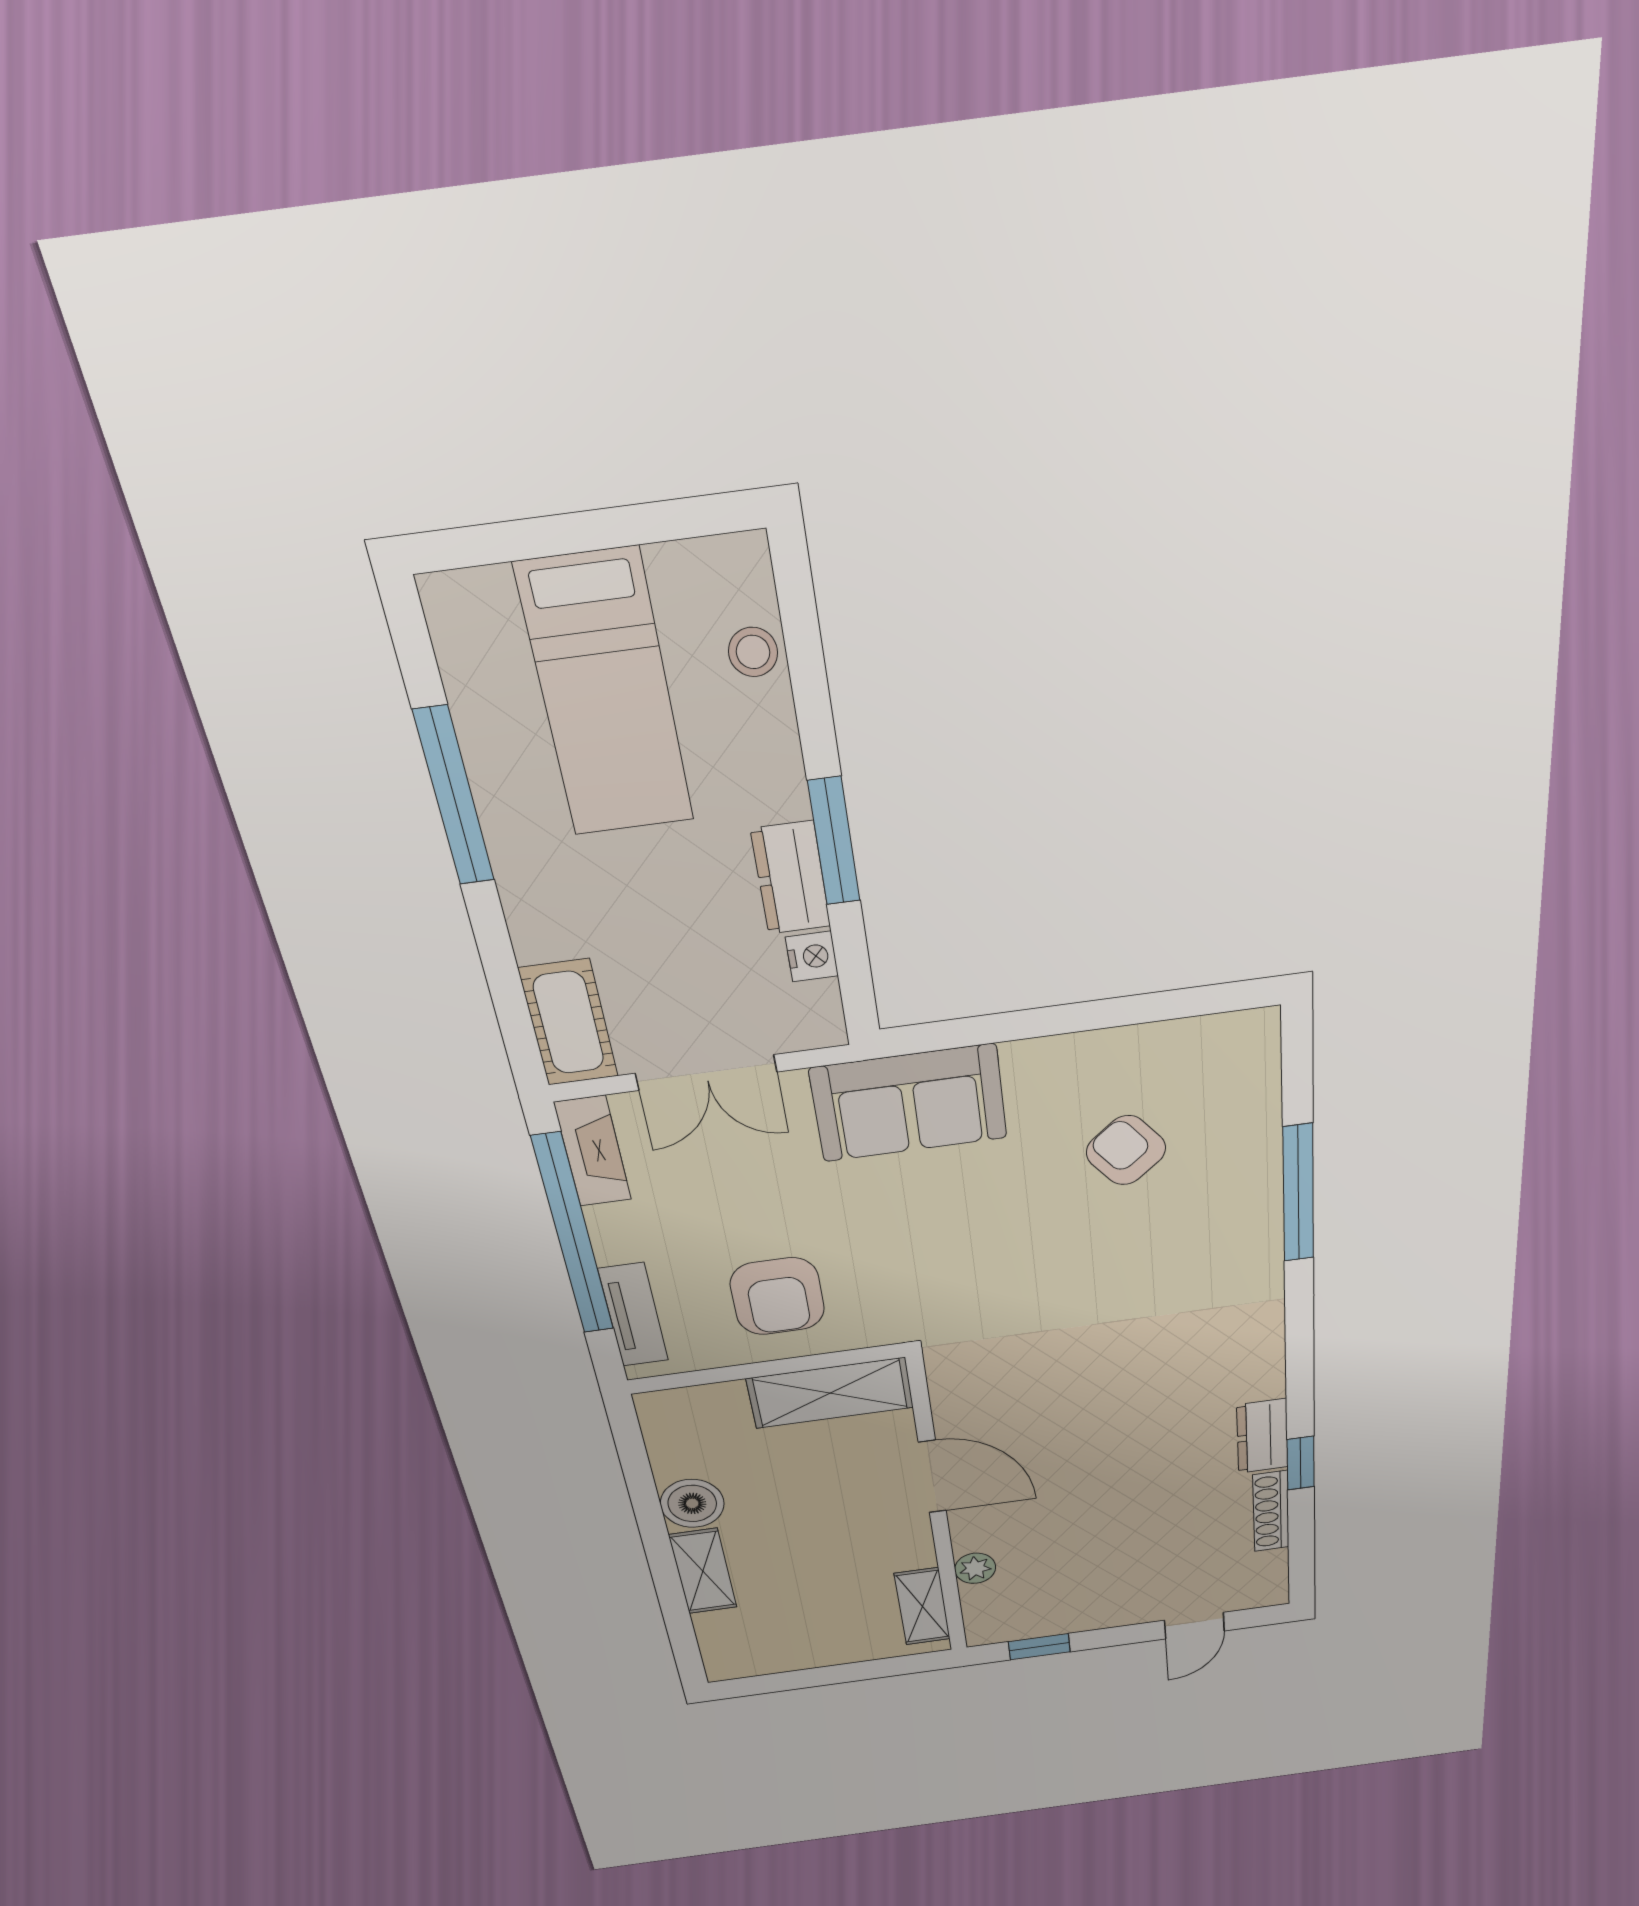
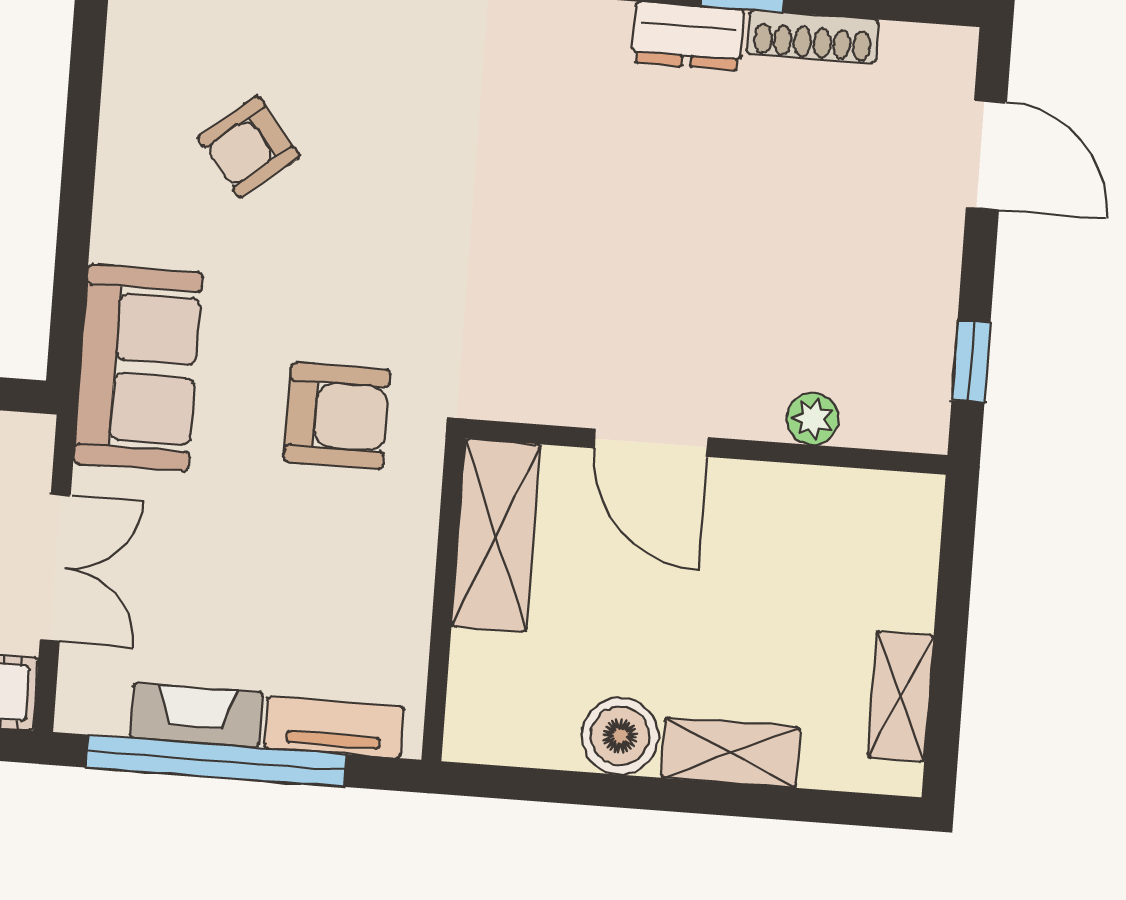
fireplace: (593, 1151) -> (196, 715), moved
armchair: (777, 1296) -> (337, 416), moved
door: (932, 1477) -> (651, 443), swing flipped
shelving: (922, 1606) -> (901, 696), moved, turned 90
door: (1194, 1626) -> (986, 155), width x1.37

